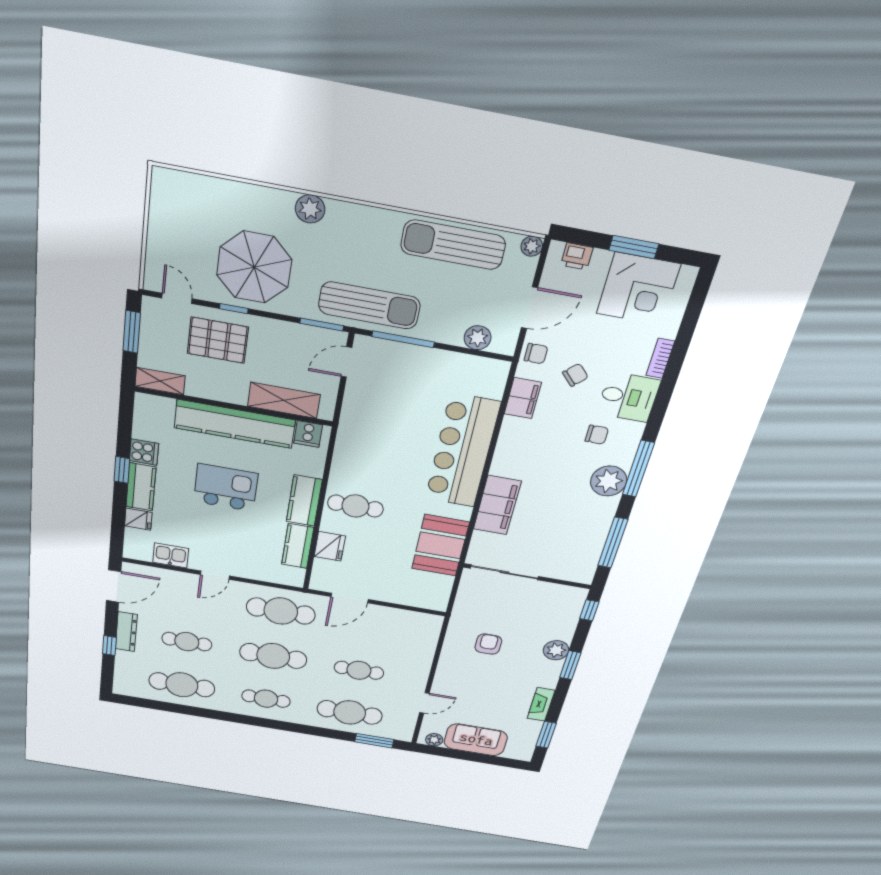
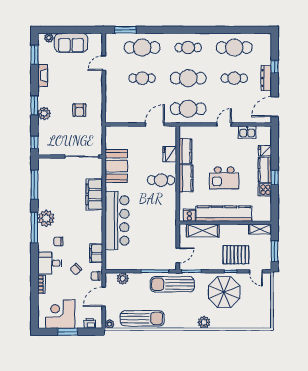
plant: (434, 740) -> (49, 38), moved

